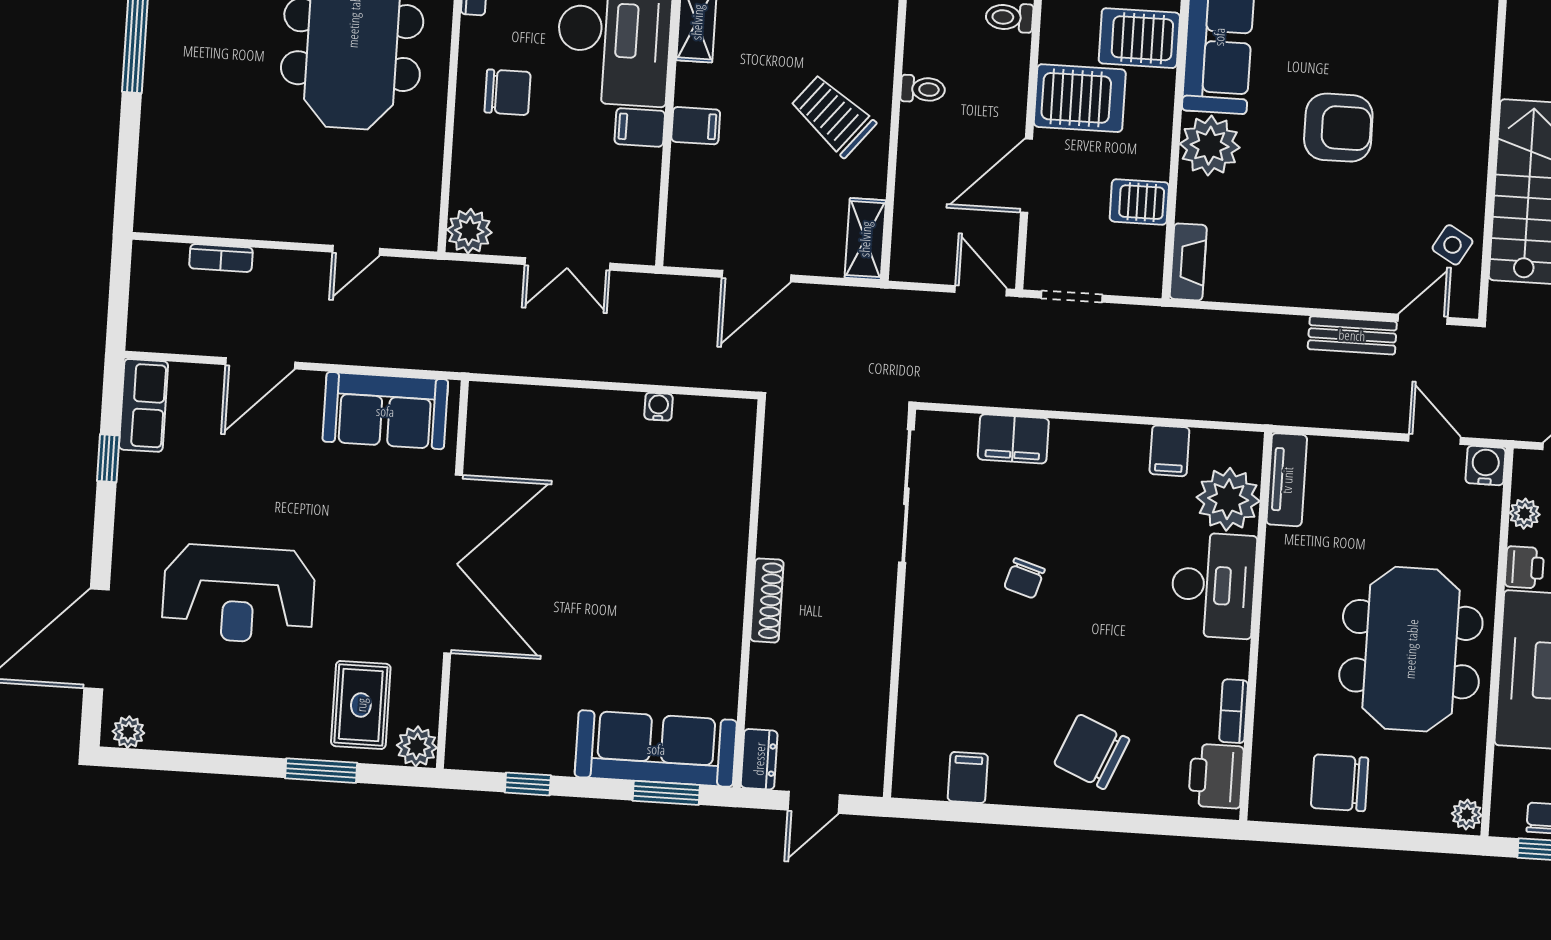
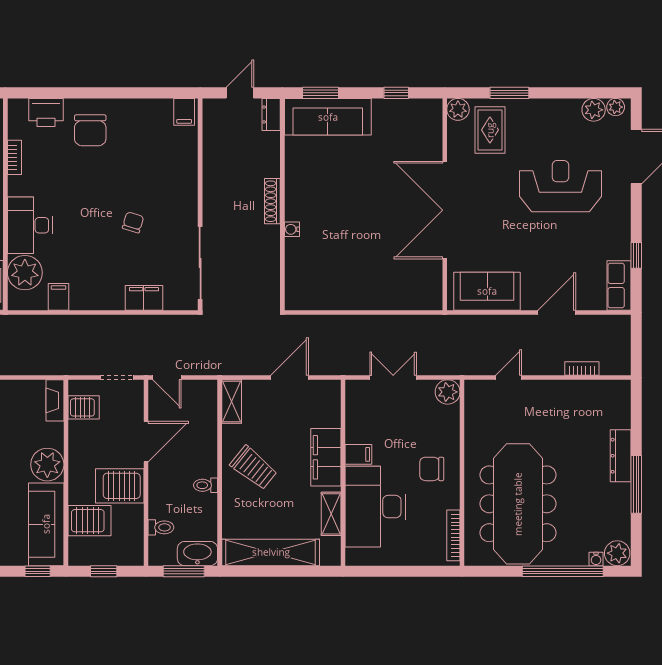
dresser: (160, 94) -> (621, 456), added
filing cabinet: (696, 126) -> (326, 457), width x3.00, depth x1.17
server rack: (1139, 202) -> (84, 407), moved
water cooler: (658, 407) -> (292, 229), moved, turned 90
plant: (169, 730) -> (594, 110), added
chair: (1092, 752) -> (90, 130), turned 67
printer: (1216, 776) -> (46, 112), moved, turned 90
filing cabinet: (968, 777) -> (184, 112), moved

